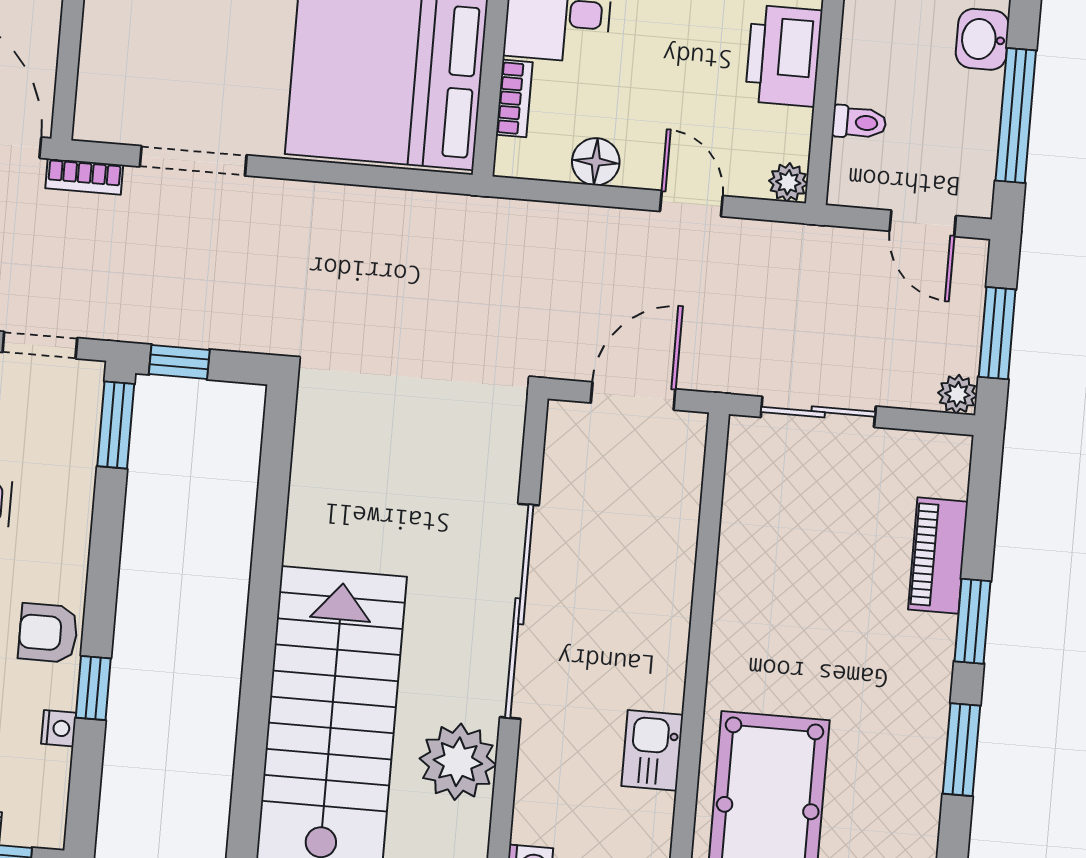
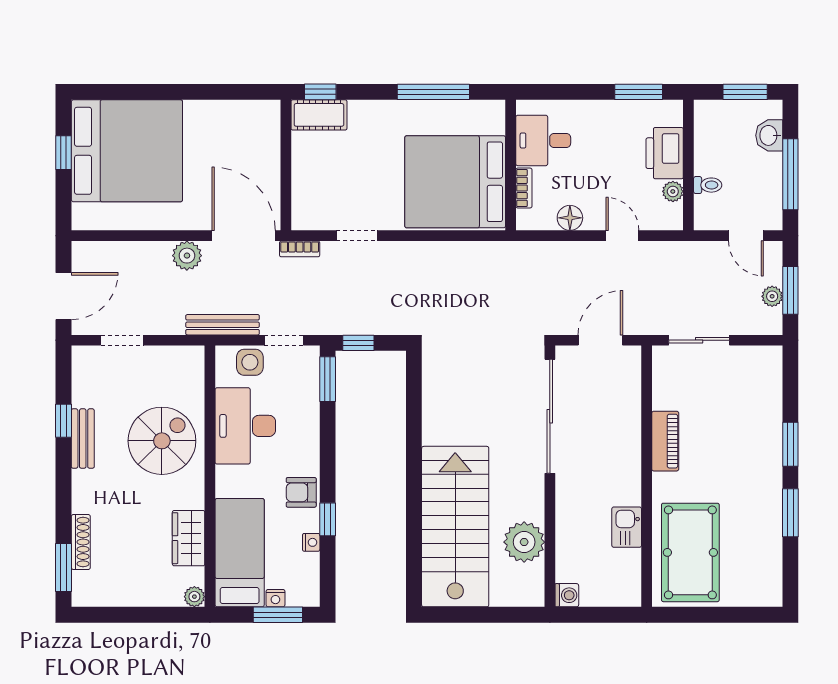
doorway: (193, 161) -> (357, 236), width x0.73
plant: (788, 182) -> (673, 191), moved
plant: (957, 394) -> (772, 296), moved
piano: (938, 556) -> (665, 441), moved, turned 180
sliding door: (519, 611) -> (550, 416), moved

